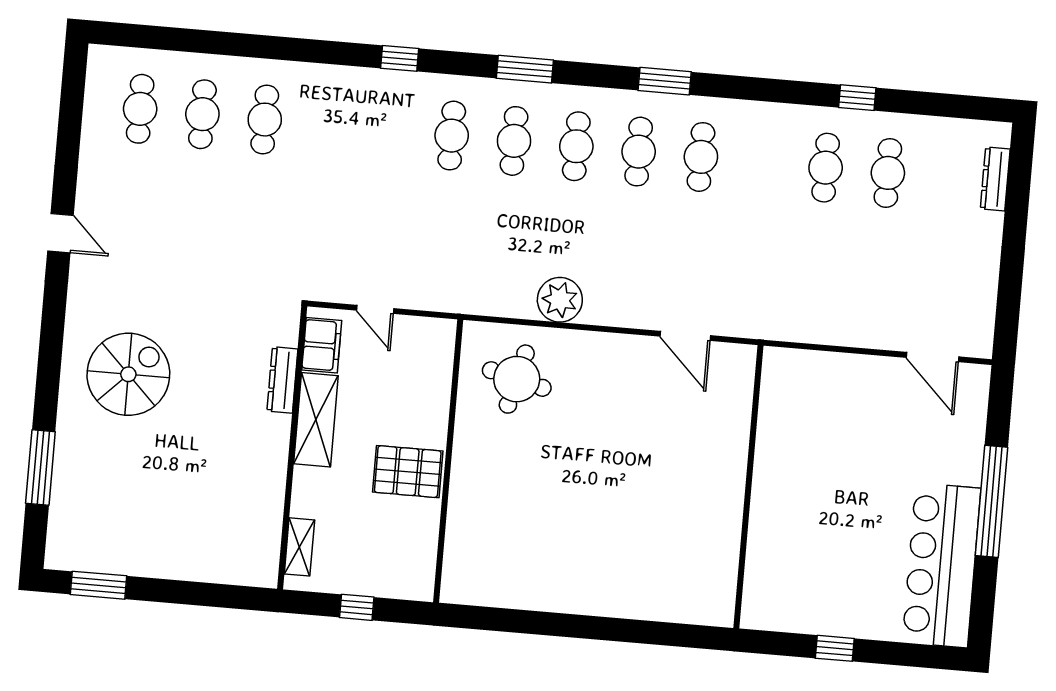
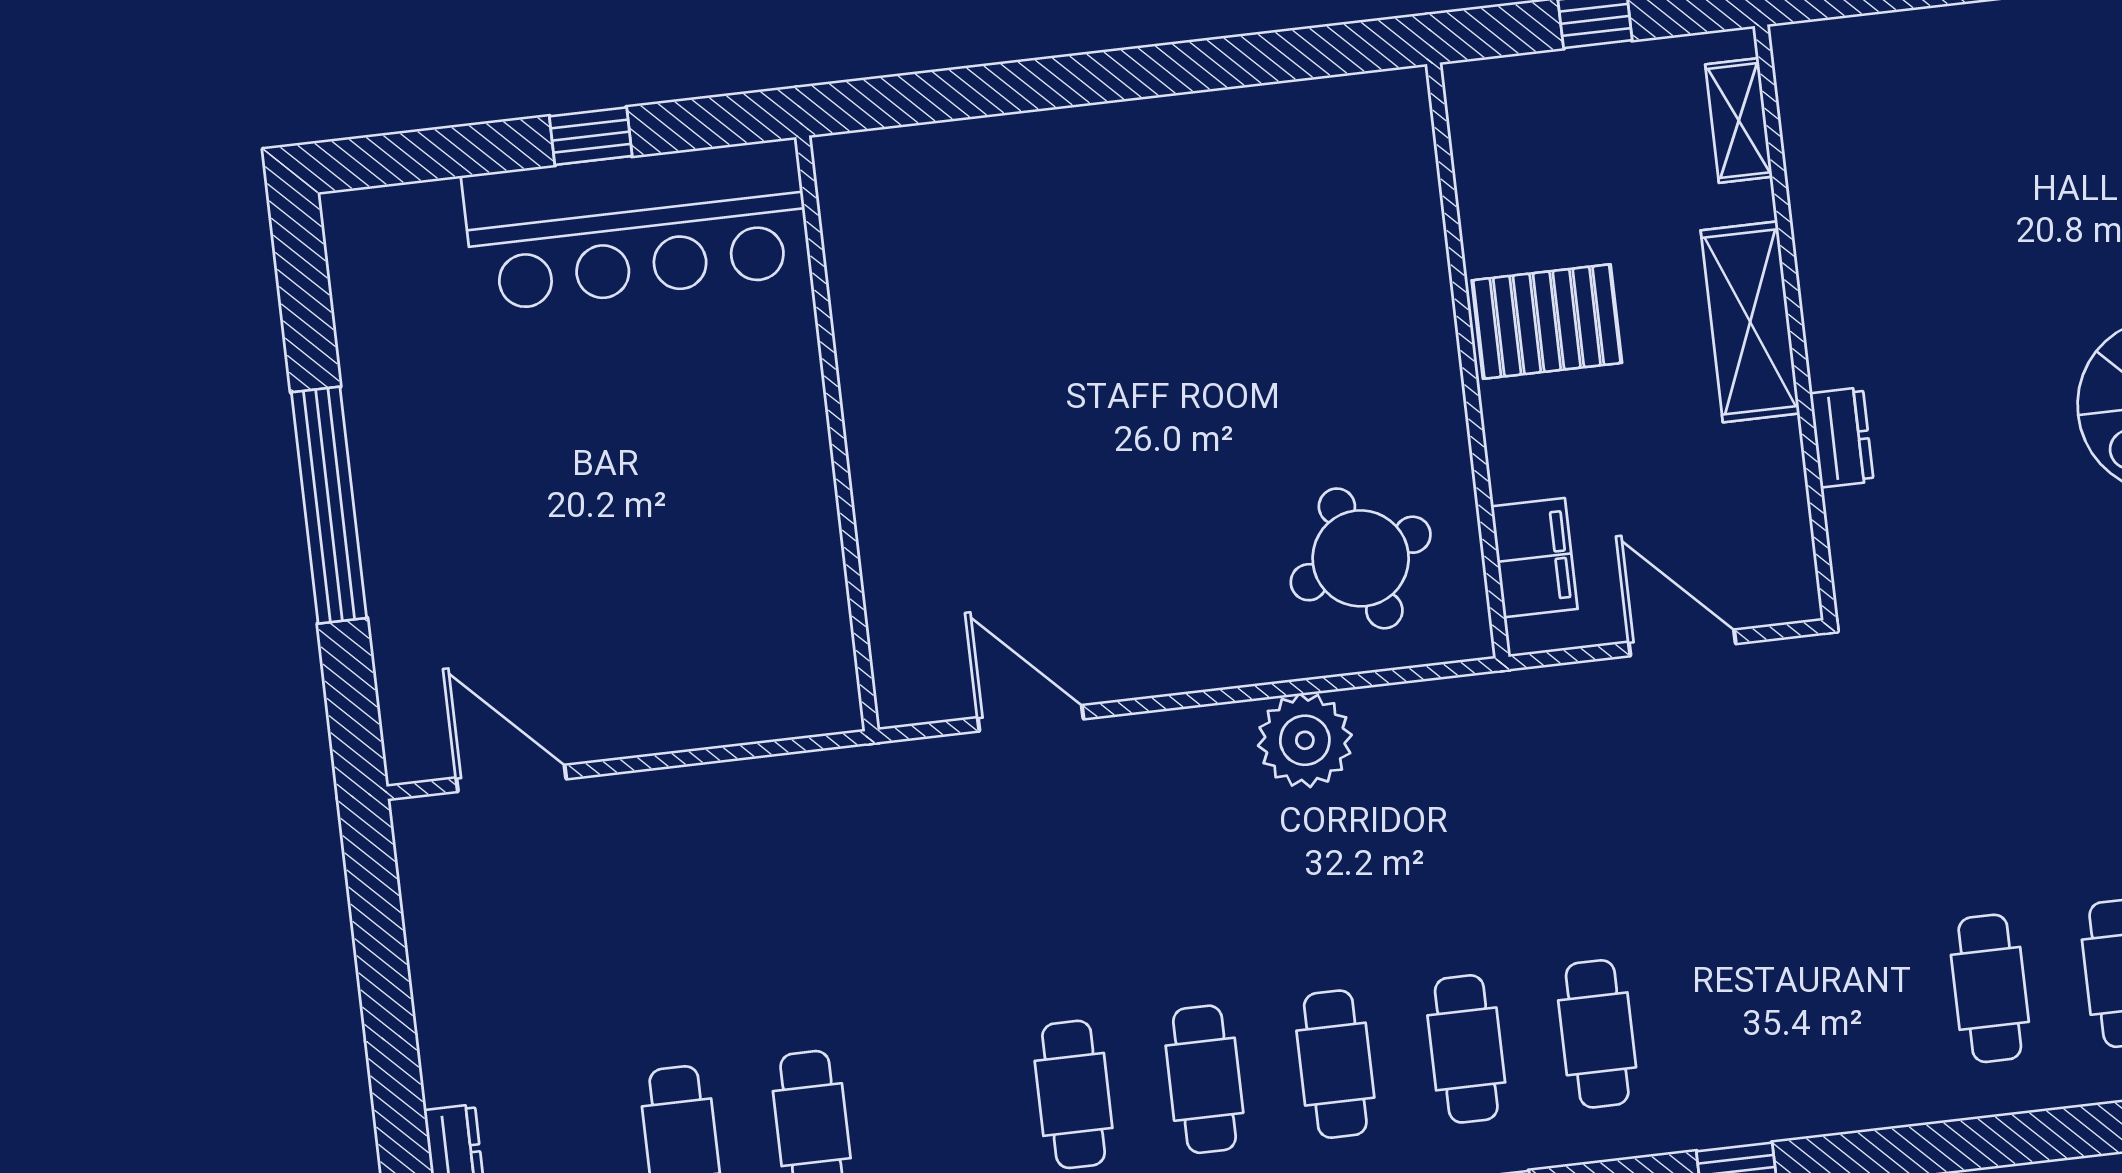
door: (375, 309) -> (1682, 643), width x1.38
filing cabinet: (322, 345) -> (1534, 558), moved, turned 180
round table: (517, 379) -> (1361, 558), turned -32
dresser: (282, 380) -> (1842, 437), width x0.70
shelving: (316, 420) -> (1750, 322), moved
bar counter: (942, 565) -> (636, 225), moved, turned 90

